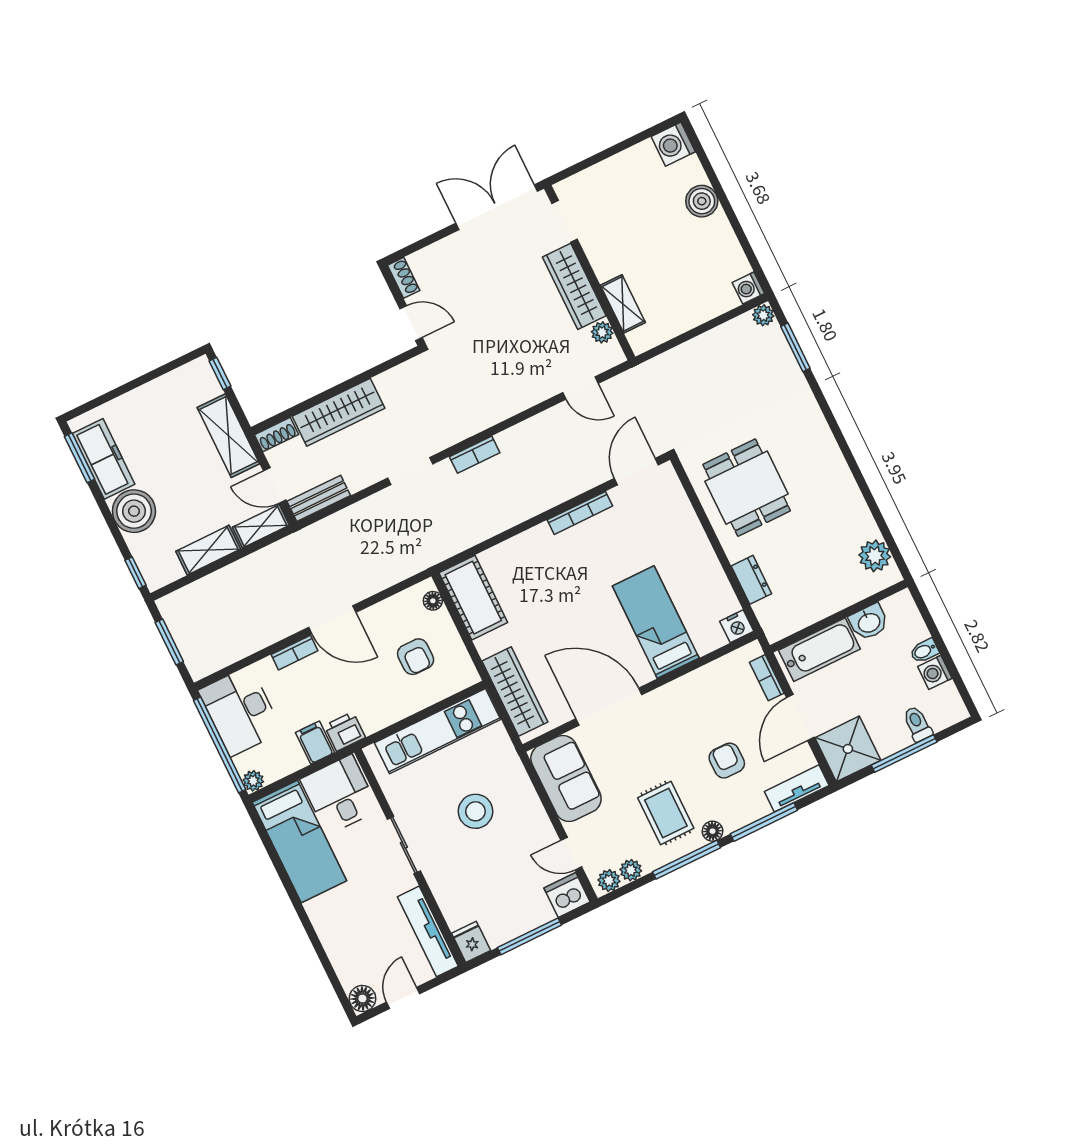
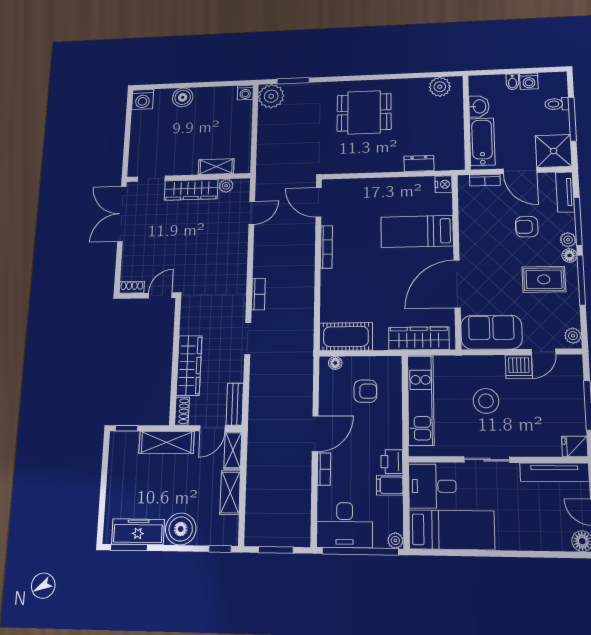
plant: (763, 315) -> (271, 96), width x1.88, depth x1.88
dining table: (747, 488) -> (364, 112), moved
plant: (631, 870) -> (568, 240), moved
dishwasher: (567, 895) -> (519, 367), moved, turned -90

